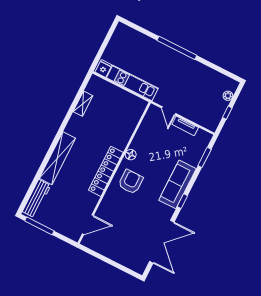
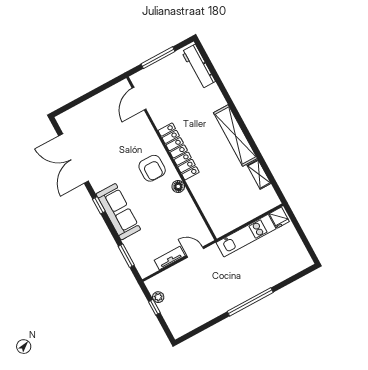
plant: (228, 96) -> (158, 297), moved
shelving: (57, 158) -> (235, 135), moved
window: (39, 226) -> (158, 58), moved

